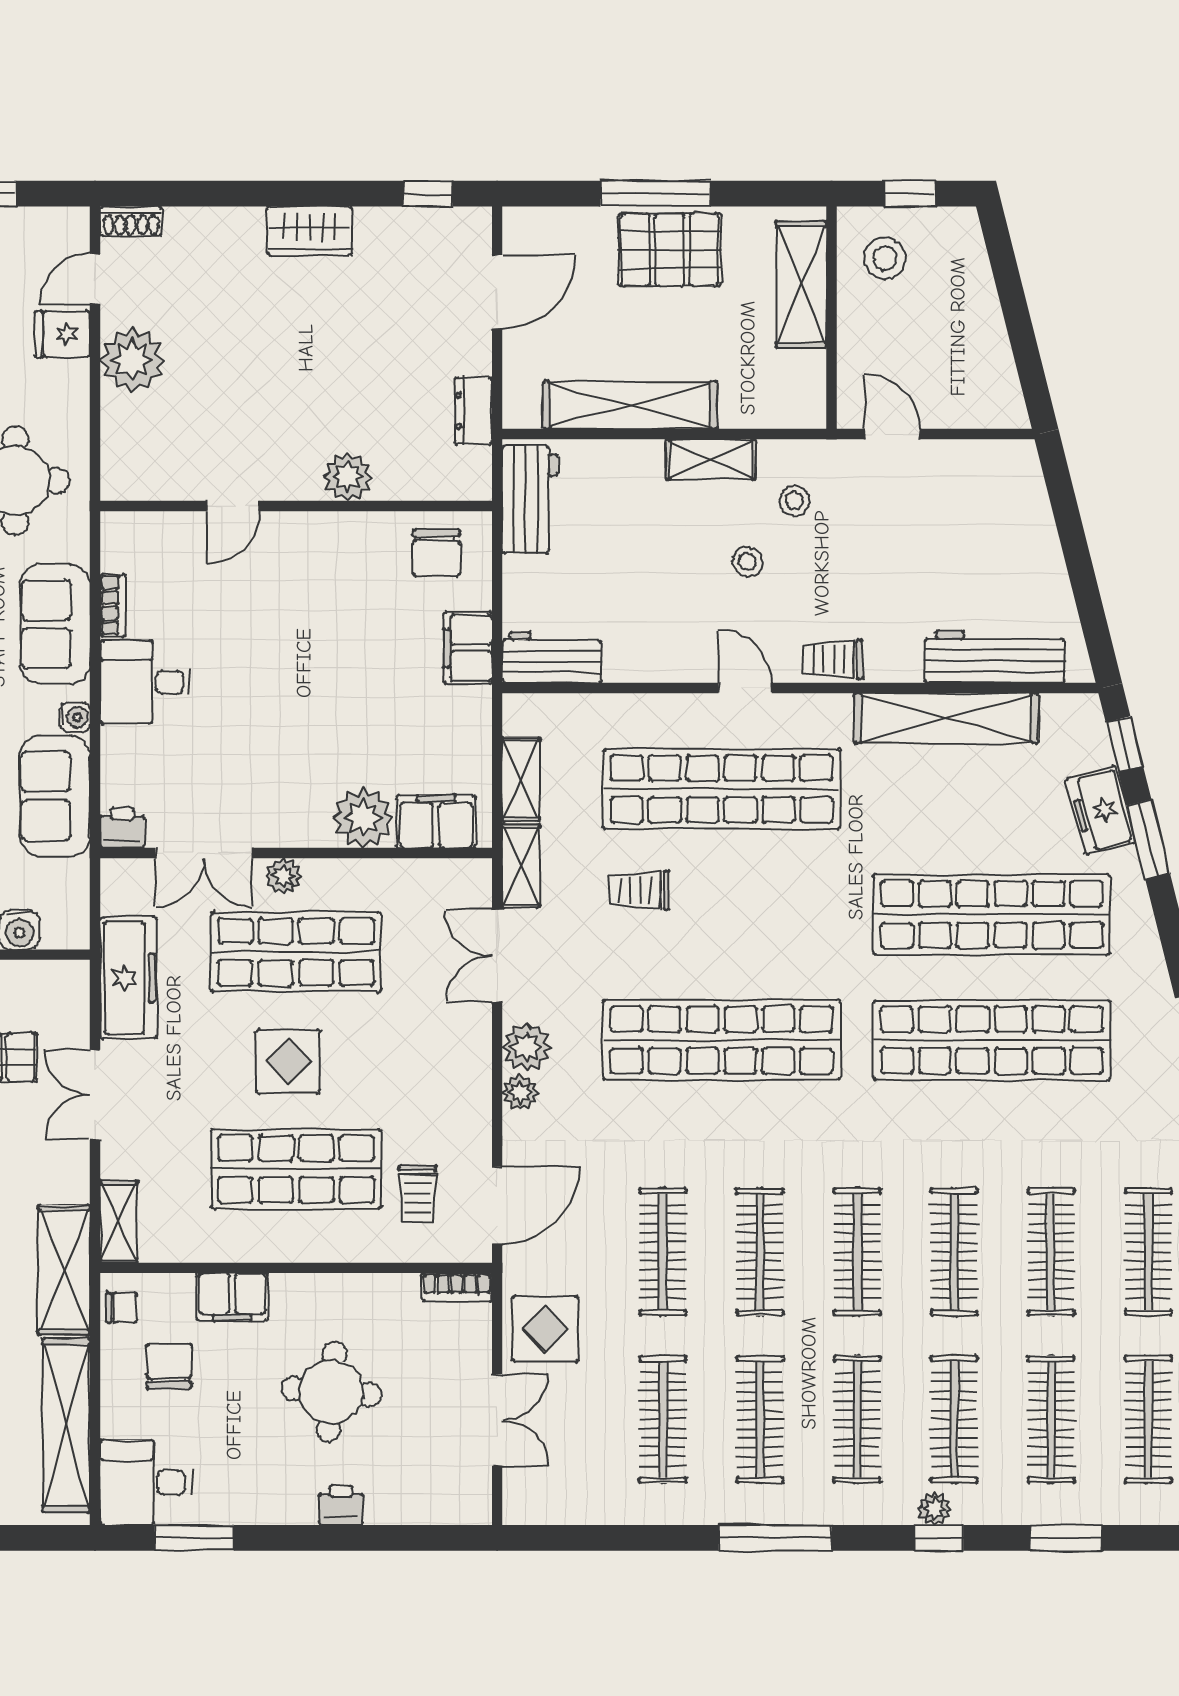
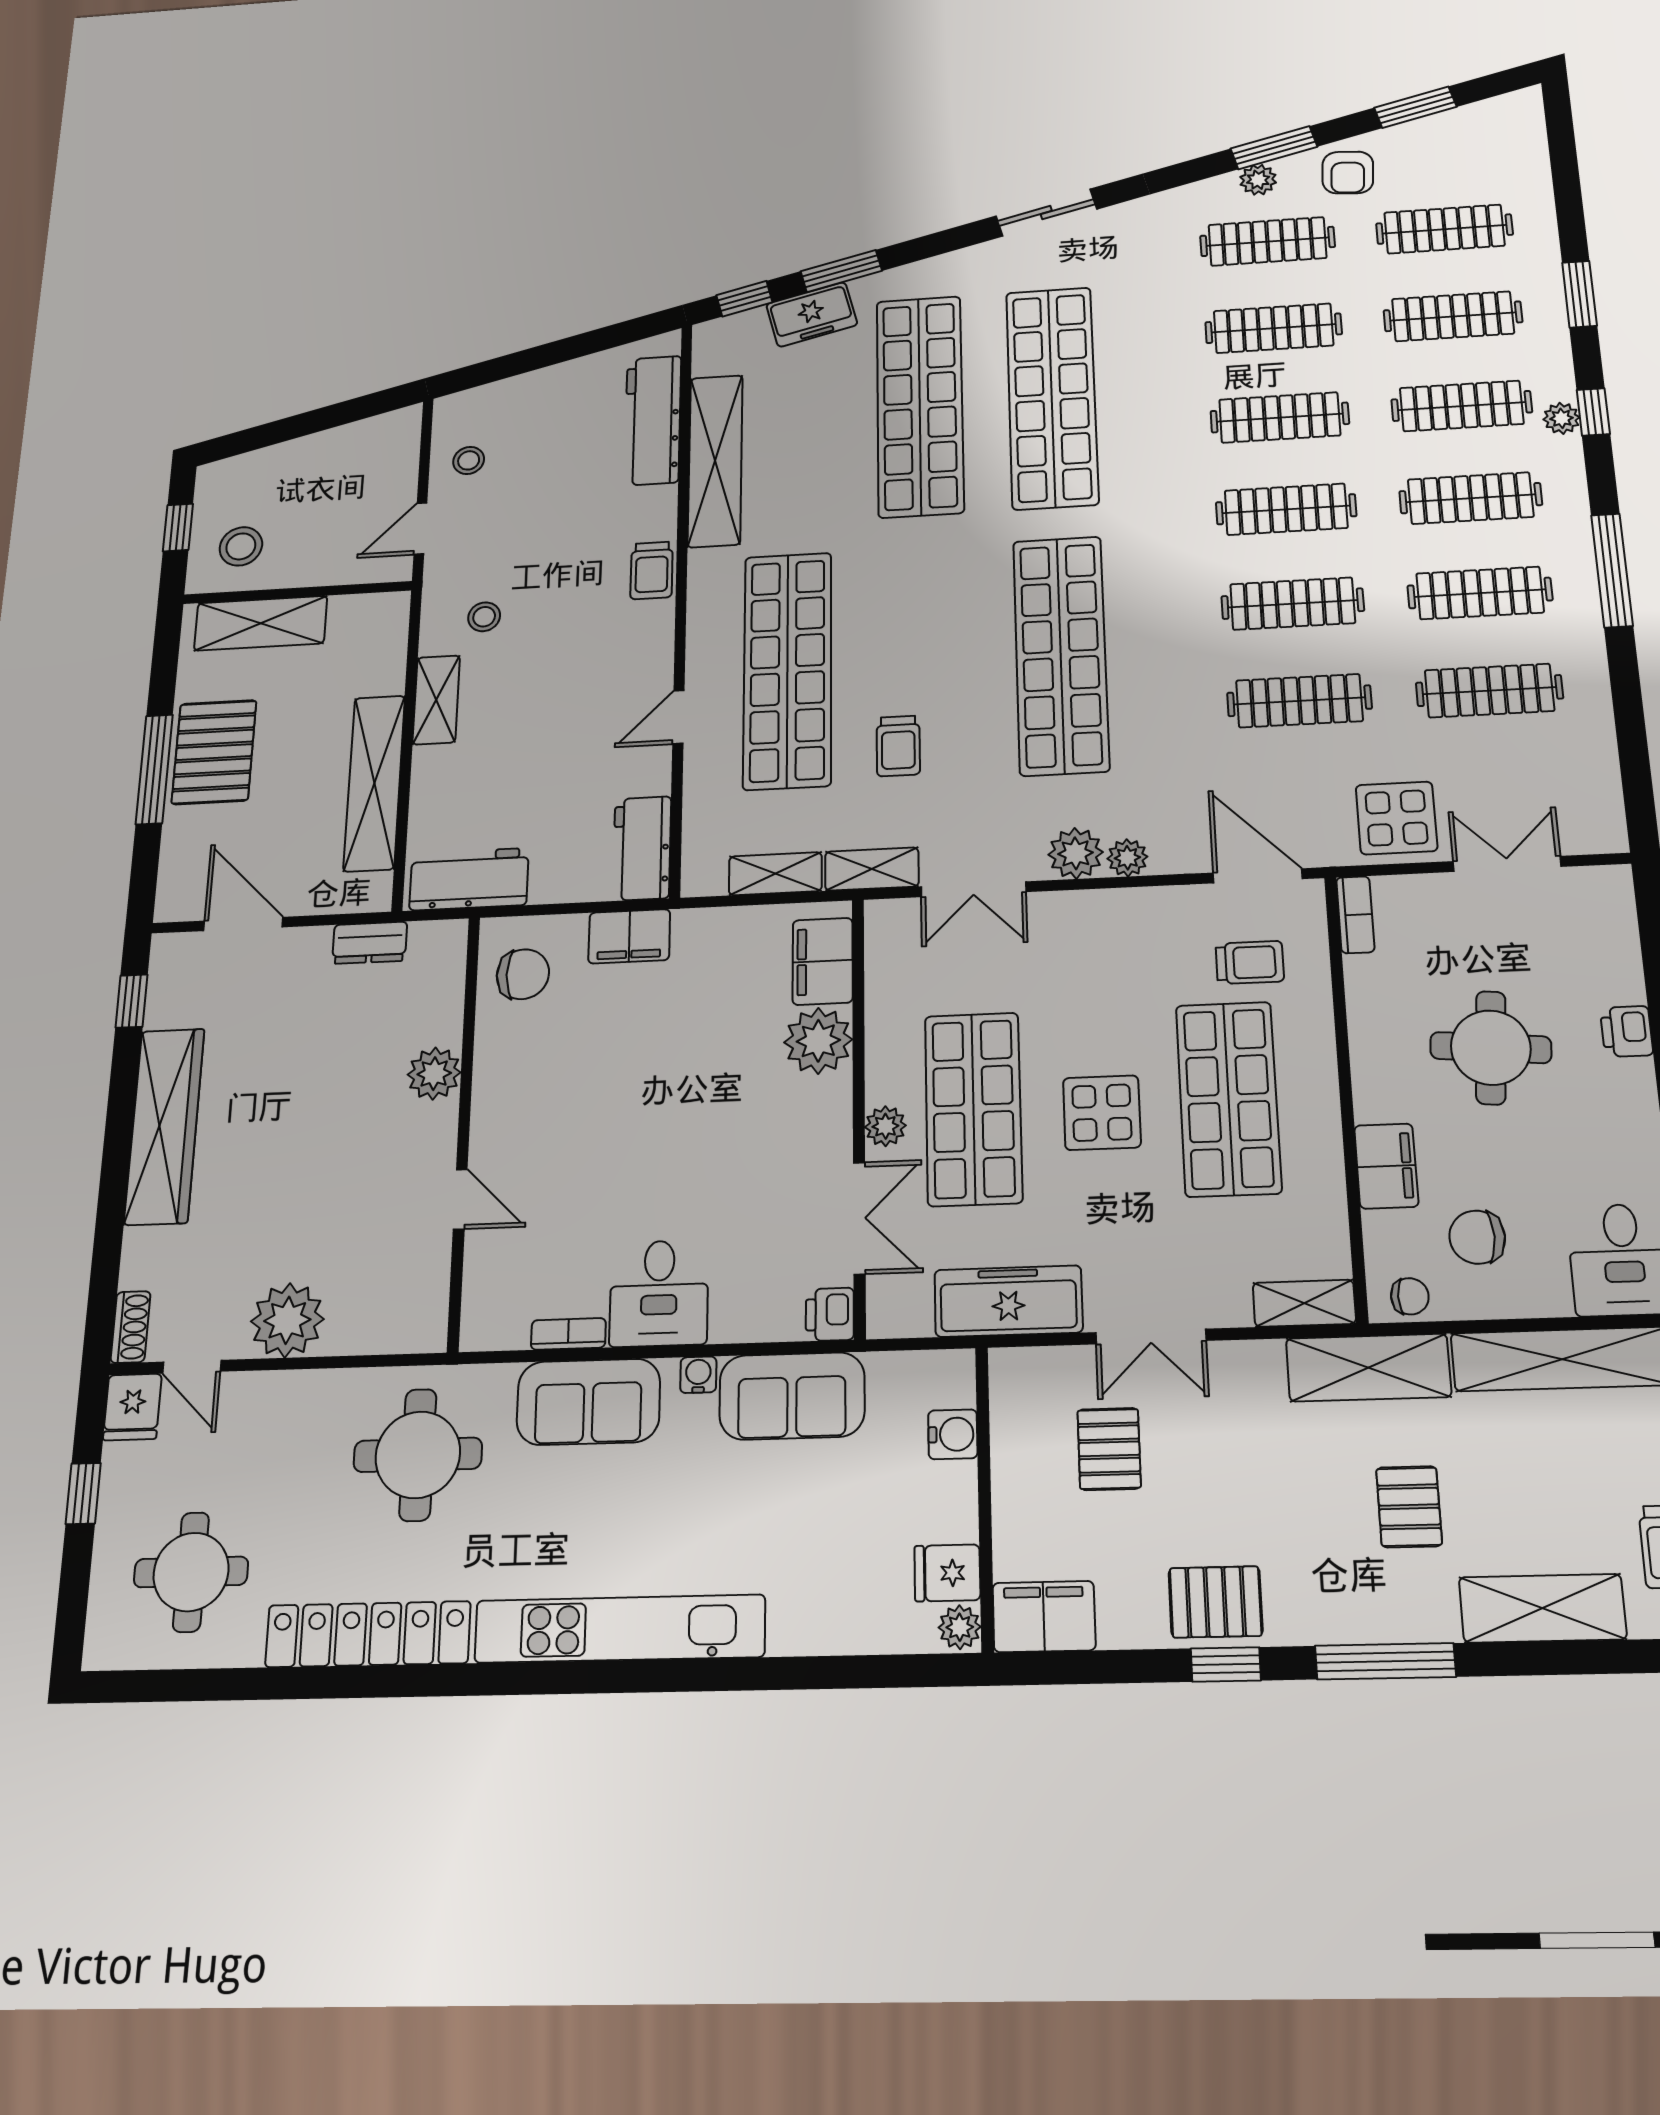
wardrobe: (310, 231) -> (164, 1126), width x2.10, depth x1.17
fridge: (62, 334) -> (132, 1407), moved
stool: (747, 562) -> (469, 460), moved
door: (745, 688) -> (678, 717), moved
chair: (122, 1308) -> (1410, 1296), turned 90

